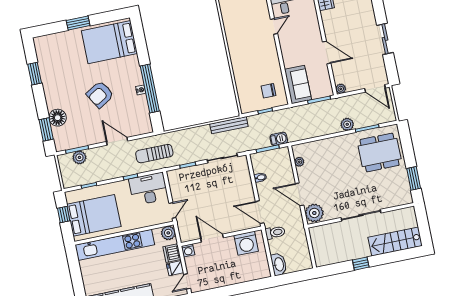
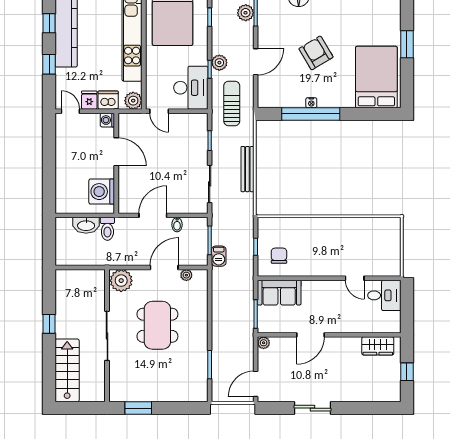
plant: (347, 124) -> (219, 63), moved
bench: (229, 125) -> (247, 169), moved
dining table: (380, 152) -> (157, 325), moved
door: (300, 194) -> (164, 267), moved
door: (260, 212) -> (153, 215), moved
door: (212, 238) -> (116, 152), hinge flipped
washbasin: (279, 264) -> (86, 225), moved

